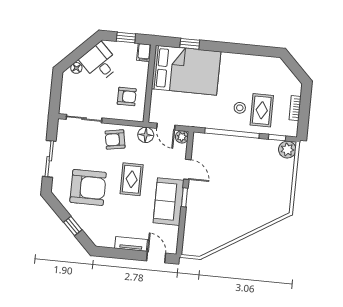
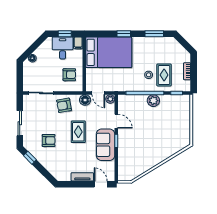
window: (190, 44) -> (124, 34), moved
window: (254, 50) -> (154, 34), added
desk: (100, 62) -> (63, 48), moved, turned 45
plant: (287, 150) -> (153, 101), moved
armchair: (88, 187) -> (49, 140), width x0.53, depth x0.53
window: (73, 226) -> (30, 158), moved

